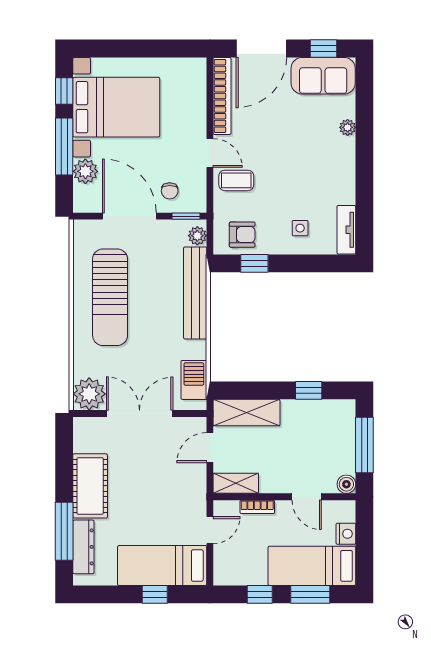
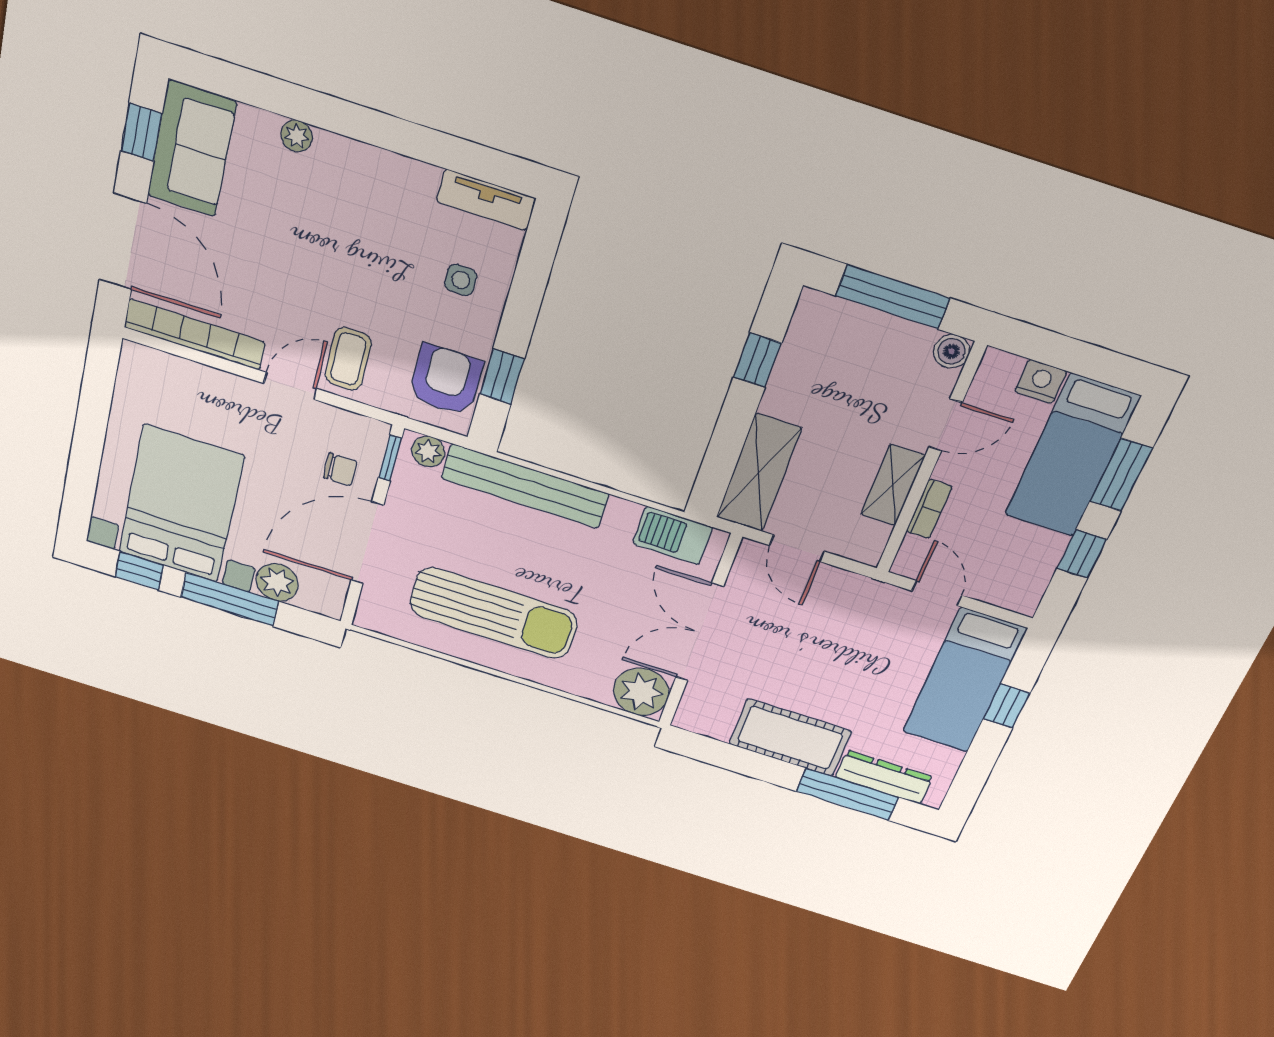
armchair: (242, 235) -> (446, 380), width x1.38, depth x1.38
shelving: (236, 483) -> (893, 485), moved

